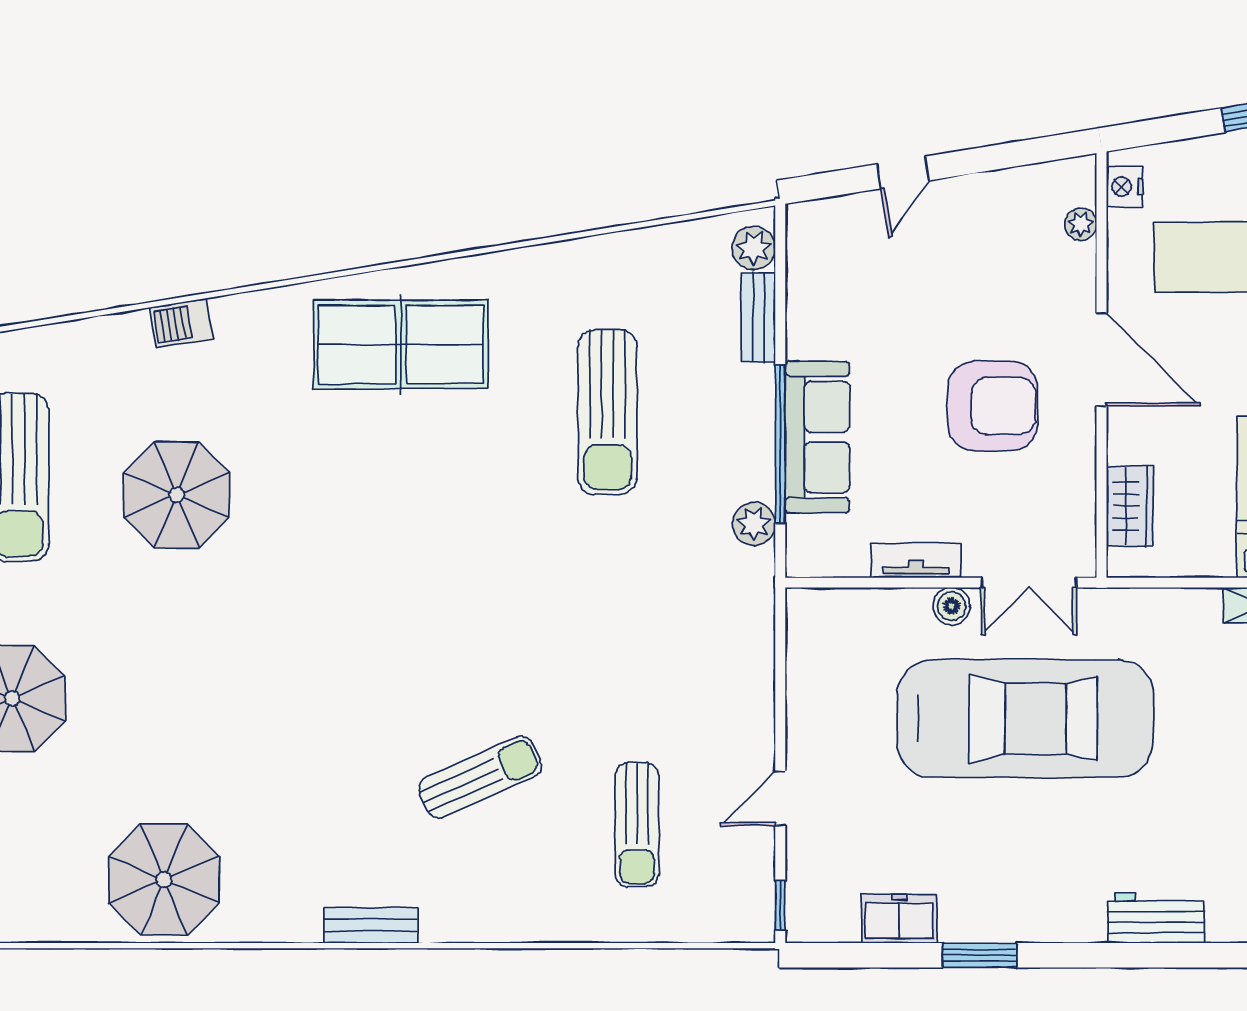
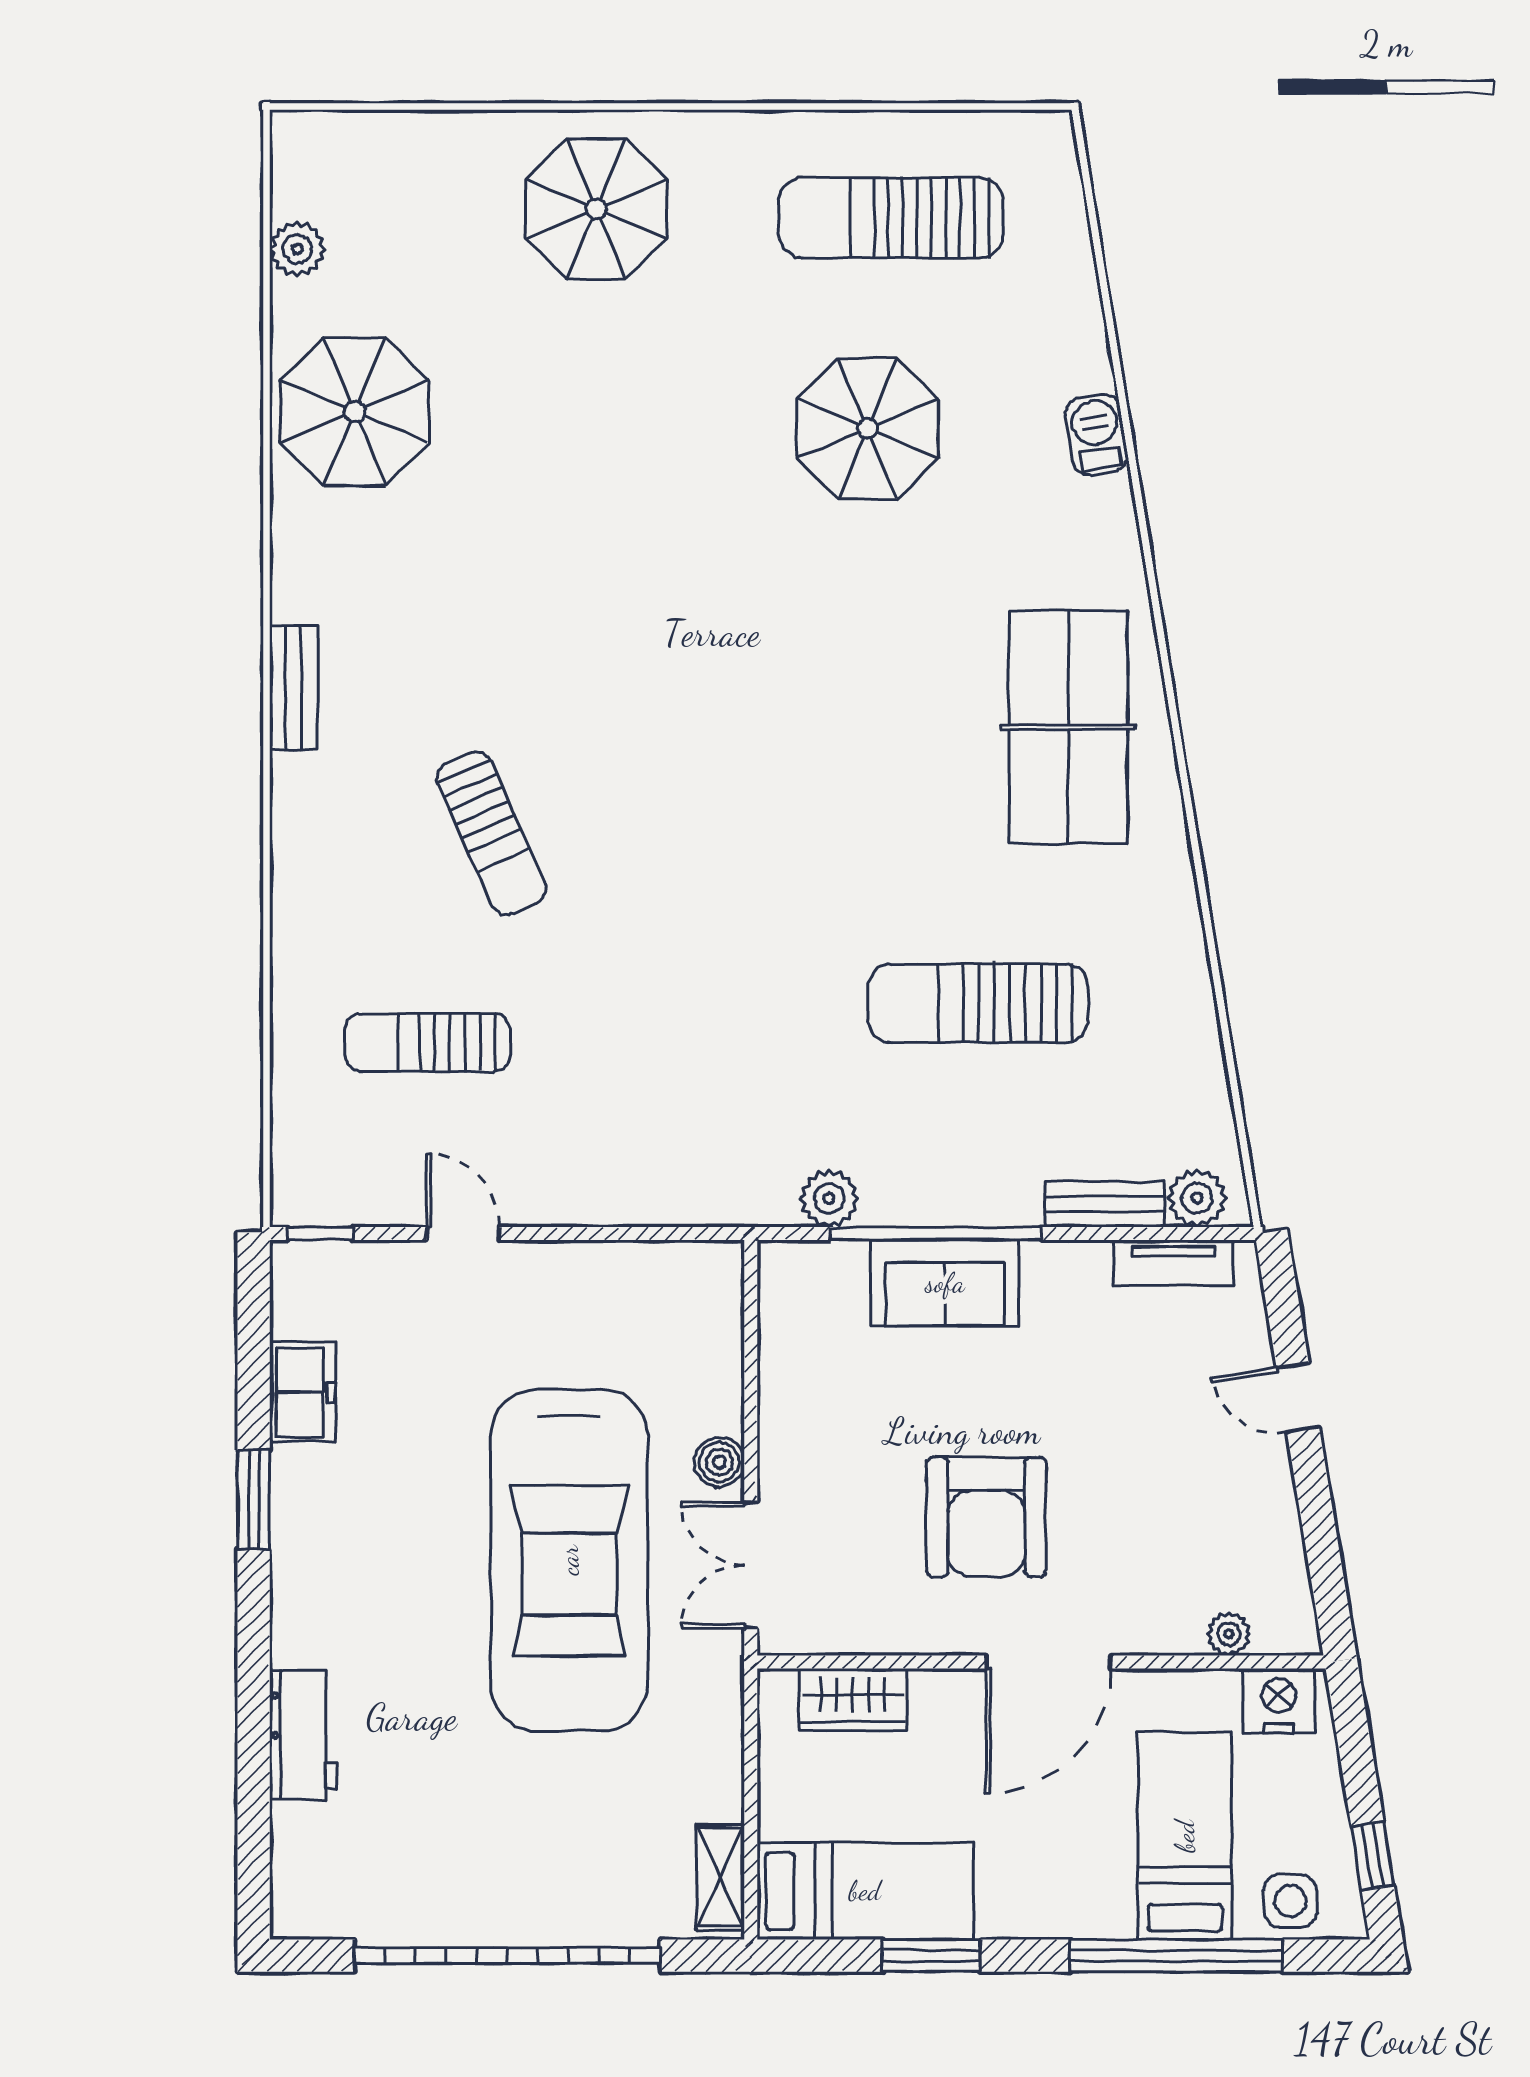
nightstand: (1125, 187) -> (1279, 1701), width x1.36, depth x1.33
sofa: (817, 437) -> (945, 1283), width x0.73
tv unit: (916, 561) -> (1173, 1263), moved, turned 90
plant: (42, 923) -> (297, 249), added

